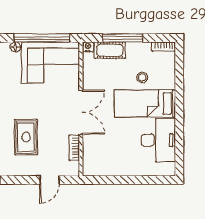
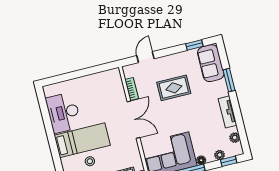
double door: (81, 112) -> (133, 120), swing flipped
rug: (26, 137) -> (174, 88), turned 90

